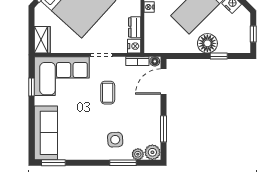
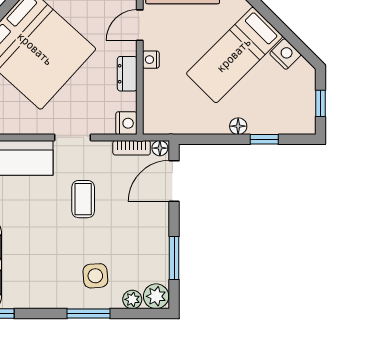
dresser: (135, 27) -> (127, 74), moved
floor lamp: (207, 43) -> (238, 126), width x0.53, depth x0.53
window: (123, 163) -> (88, 313), moved

